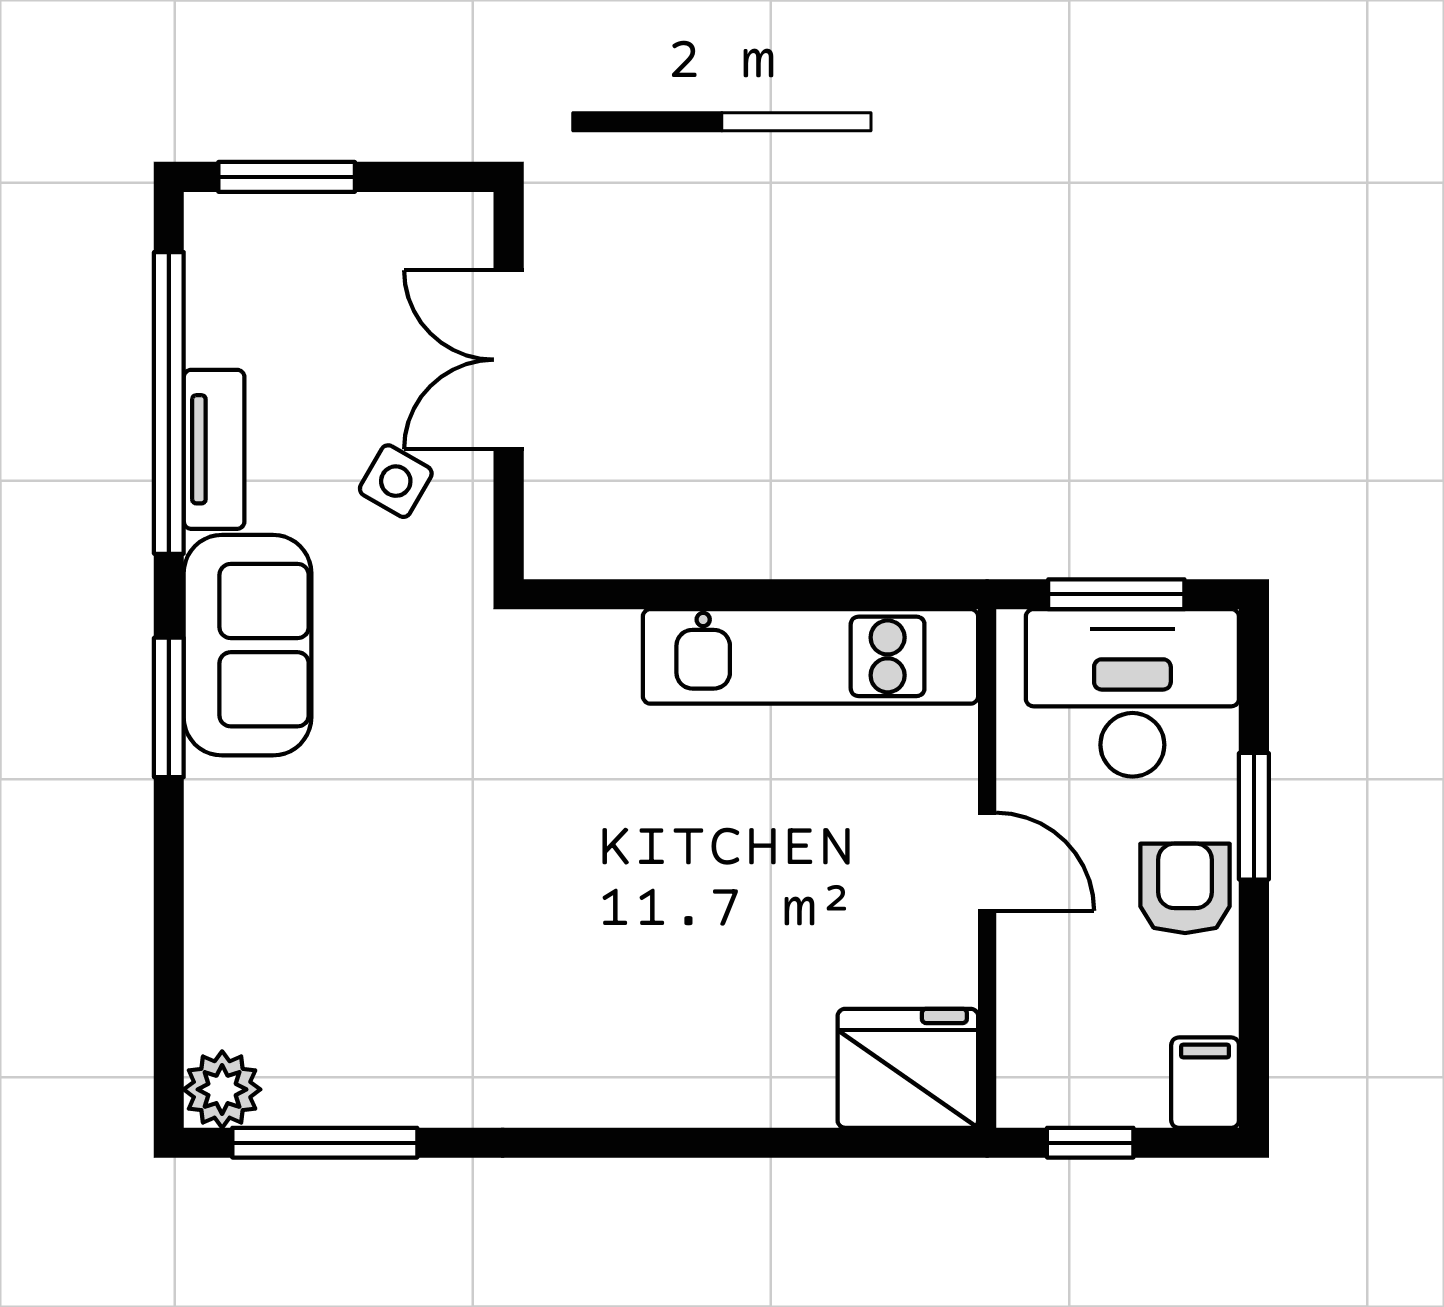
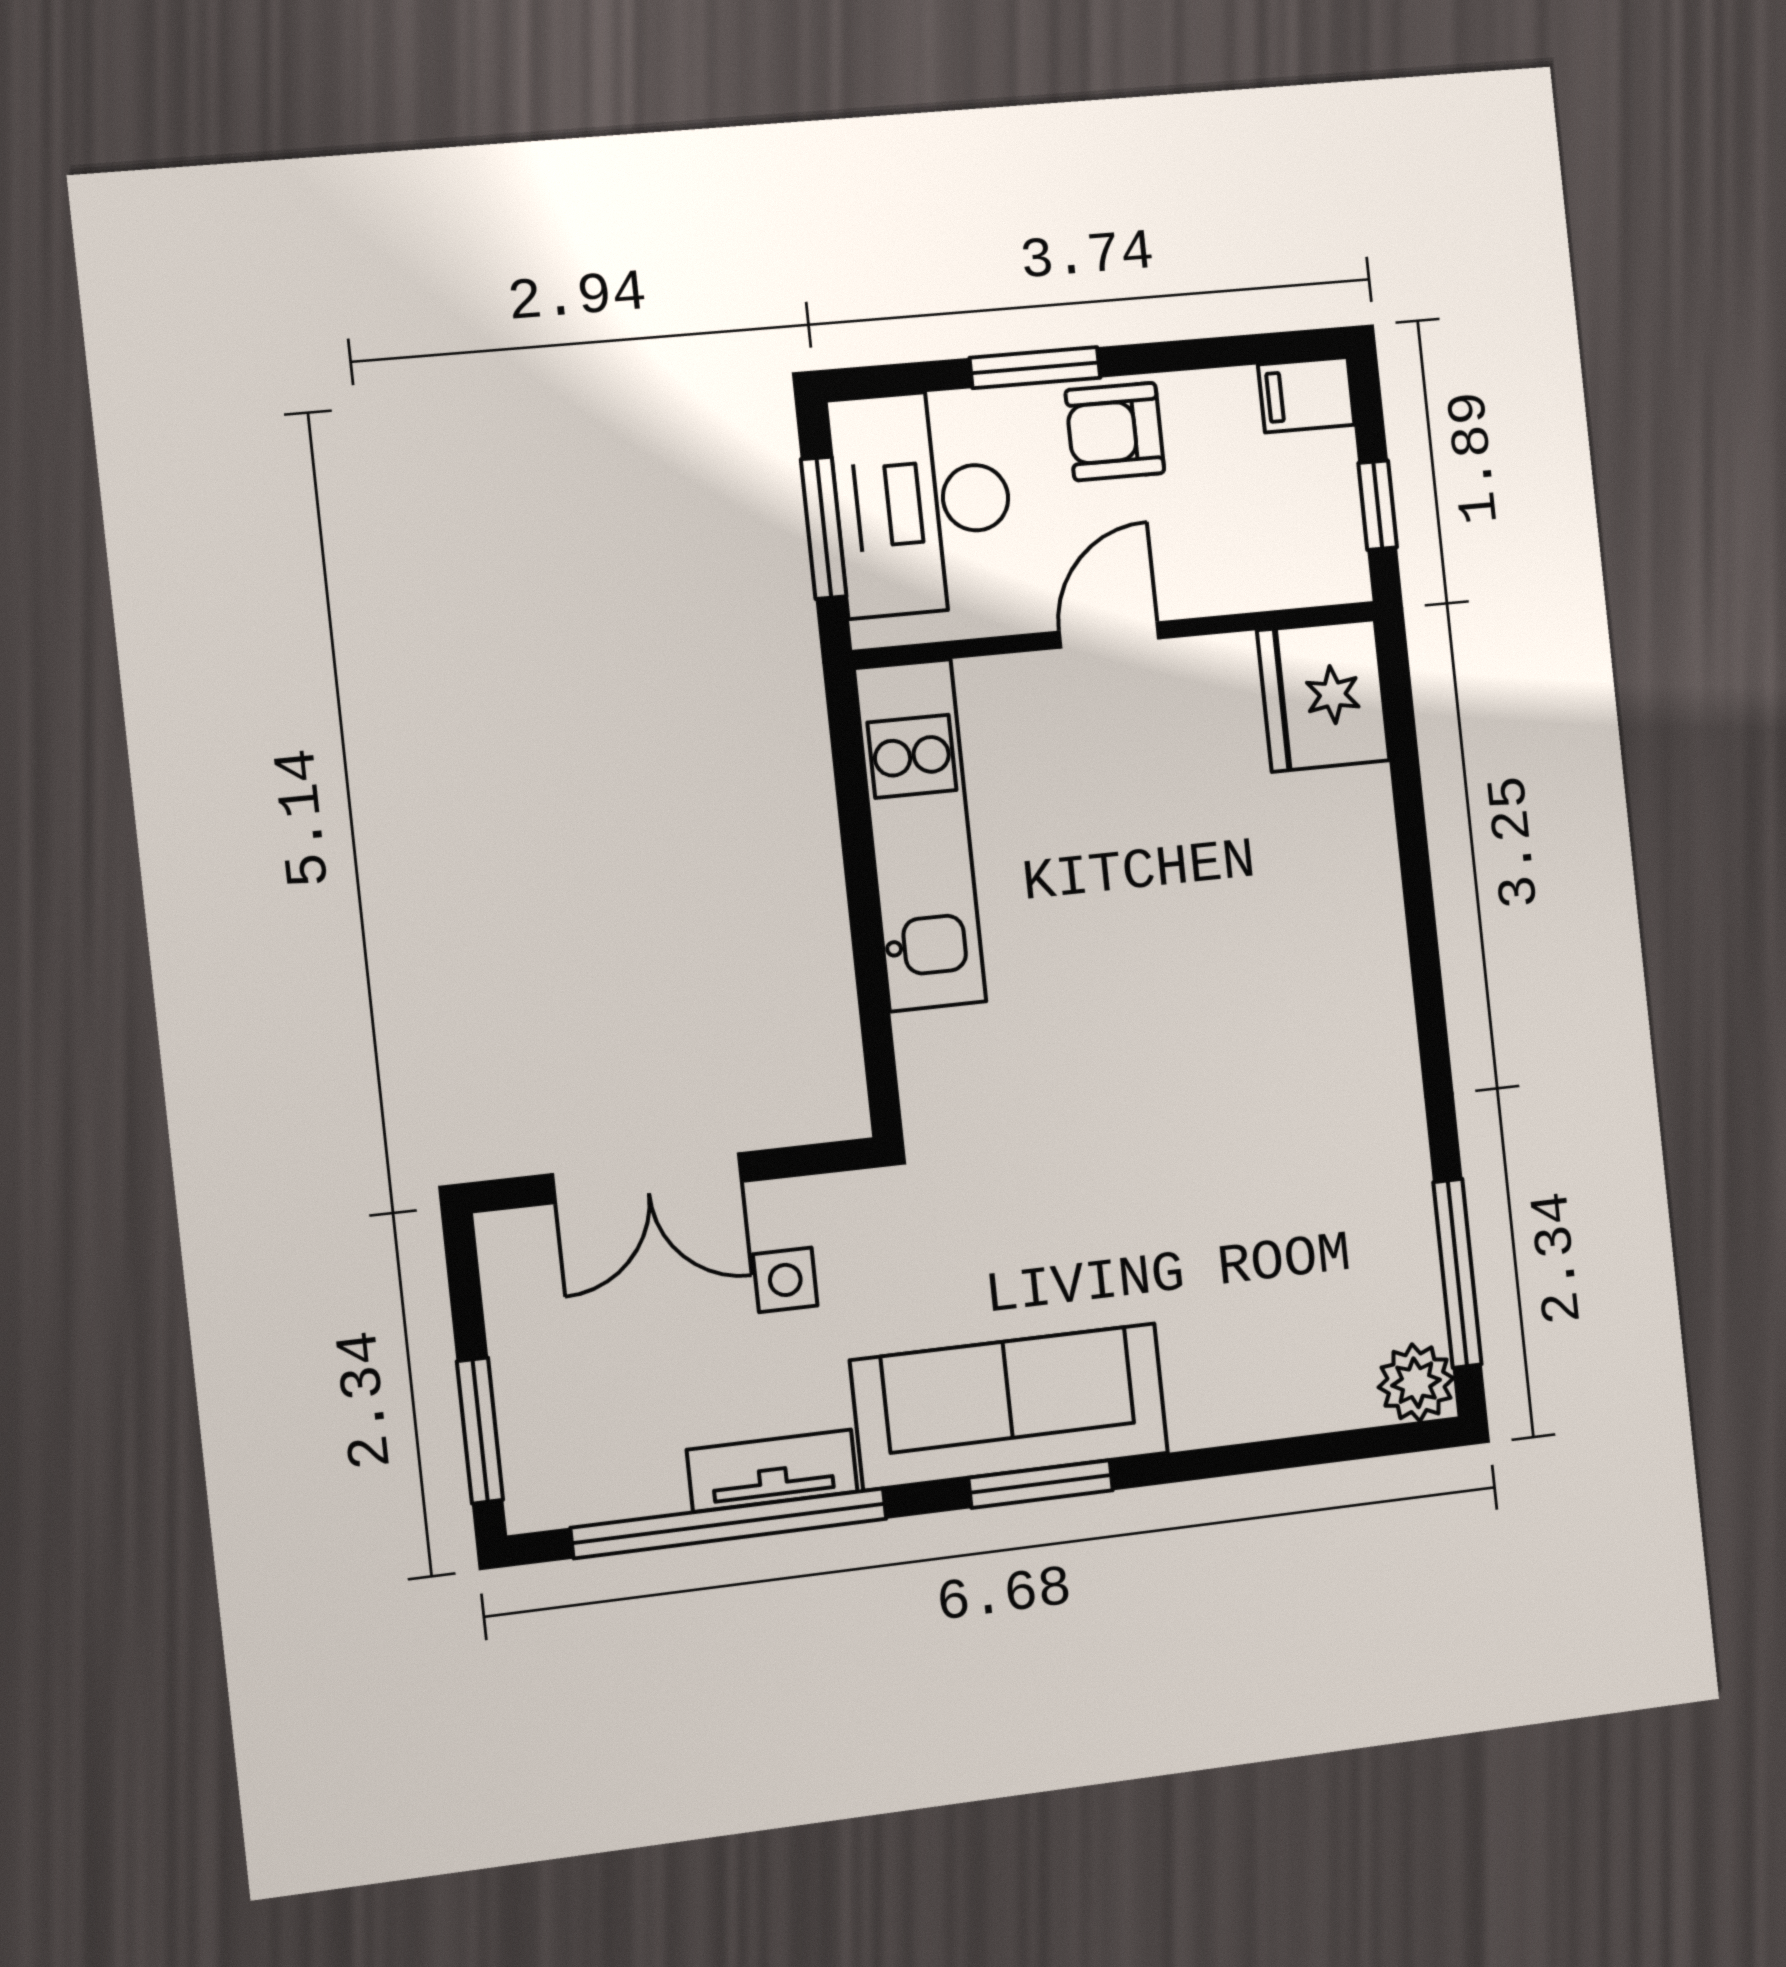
side table: (396, 481) -> (785, 1280), turned -30
sofa: (248, 645) -> (1010, 1407), width x1.36

